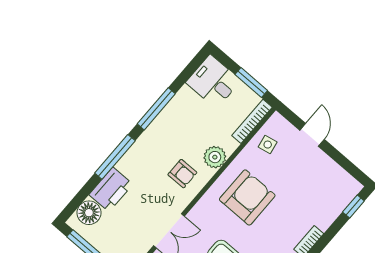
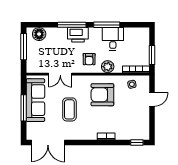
desk: (213, 82) -> (113, 39), moved
printer: (111, 189) -> (78, 35), moved
armchair: (247, 197) -> (102, 95), turned 180

